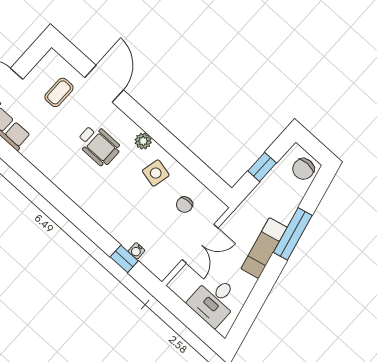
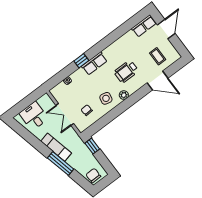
window: (262, 167) -> (92, 146), moved
row of seats: (95, 207) -> (94, 63), added
window: (124, 259) -> (81, 61), moved

